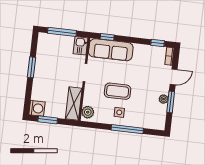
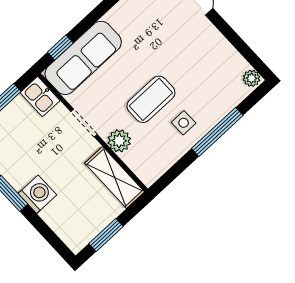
plant: (163, 99) -> (252, 78), moved
window: (171, 102) -> (232, 36), removed
washing machine: (37, 108) -> (37, 194), moved
plant: (88, 112) -> (119, 141), moved

